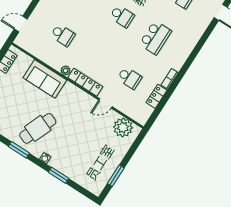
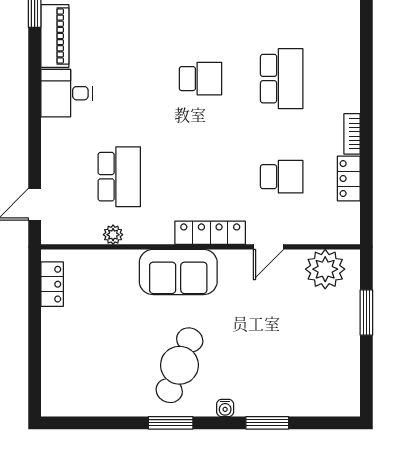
school desk: (63, 35) -> (119, 177), width x1.85
plant: (65, 71) -> (113, 235), moved
sofa: (45, 79) -> (178, 272), moved
window: (116, 176) -> (366, 312), moved

